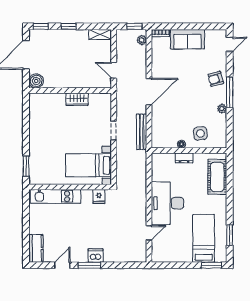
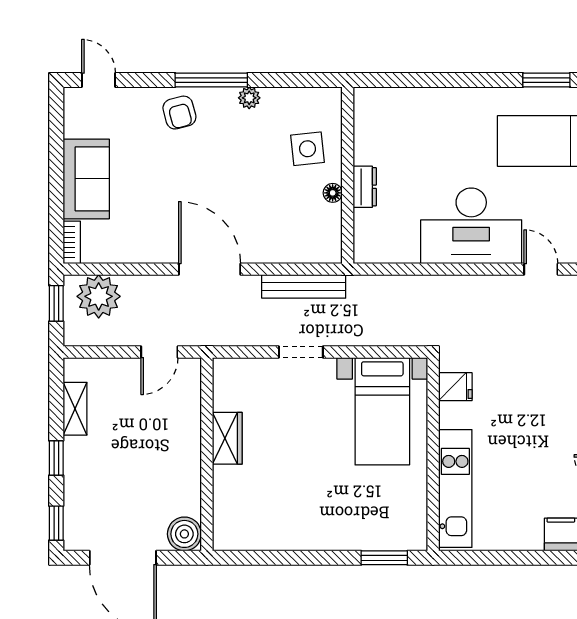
shelving: (100, 34) -> (75, 409), moved
plant: (142, 40) -> (99, 296), width x1.87, depth x1.87
cot: (217, 177) -> (409, 109), removed

